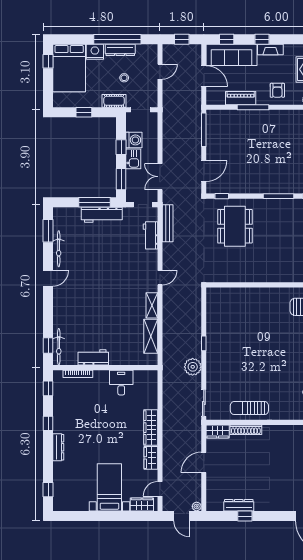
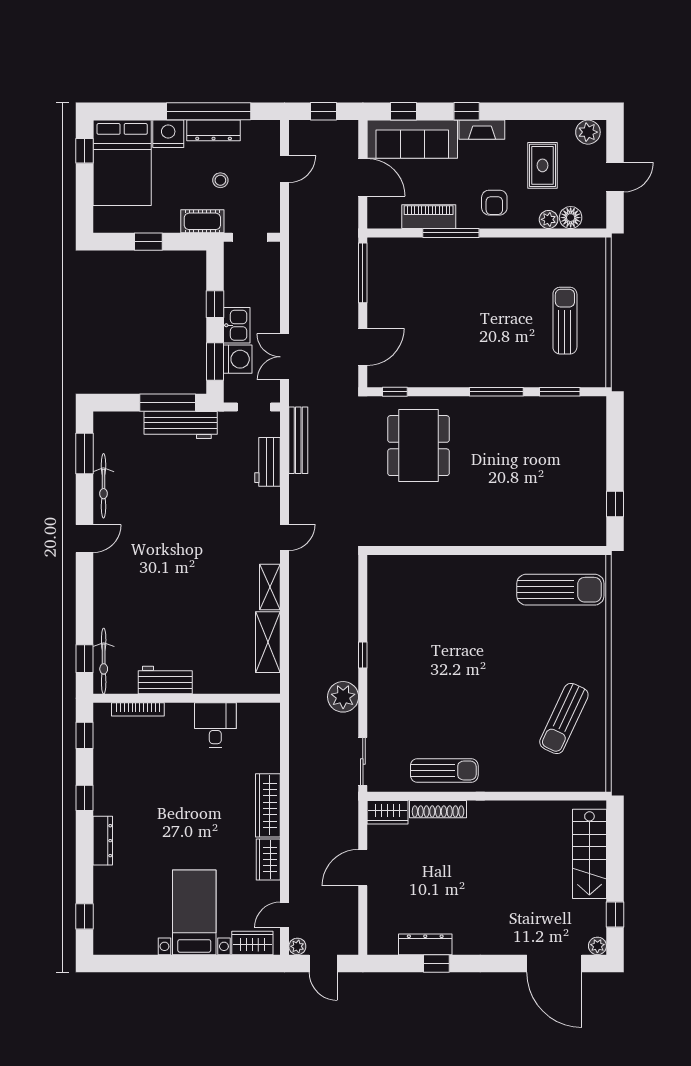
washing machine: (134, 140) -> (238, 359), moved
sun lounger: (249, 408) -> (444, 770), turned 180
plant: (197, 506) -> (297, 946), moved

